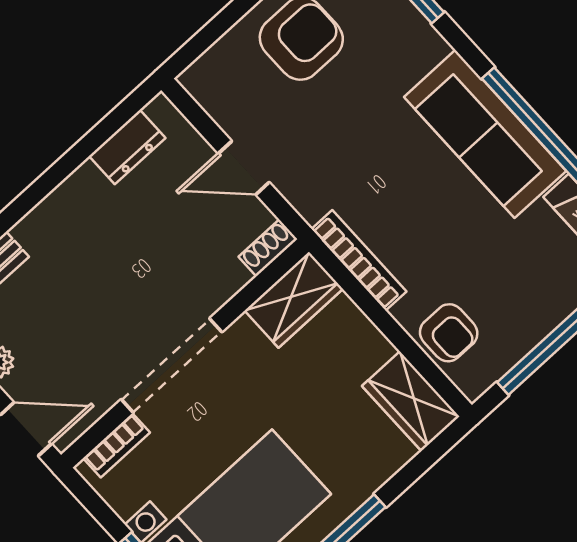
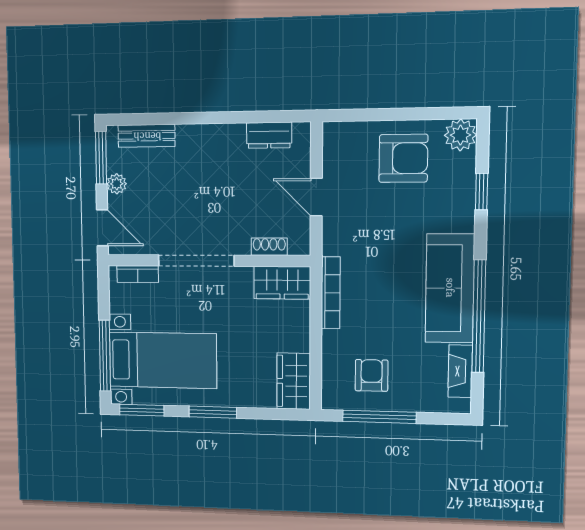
shoe rack: (268, 248) -> (269, 247), moved
armchair: (449, 333) -> (372, 375), moved, turned 180

